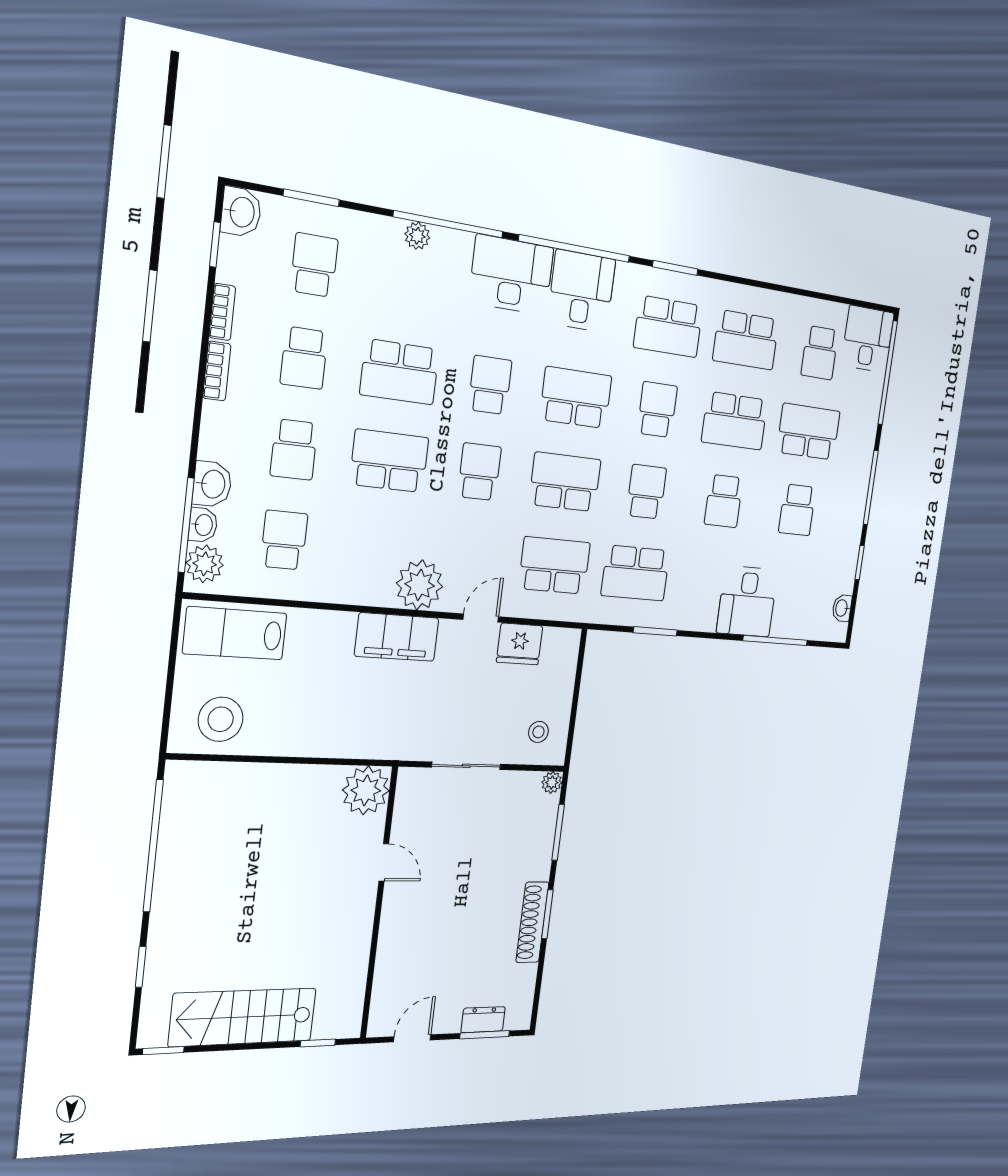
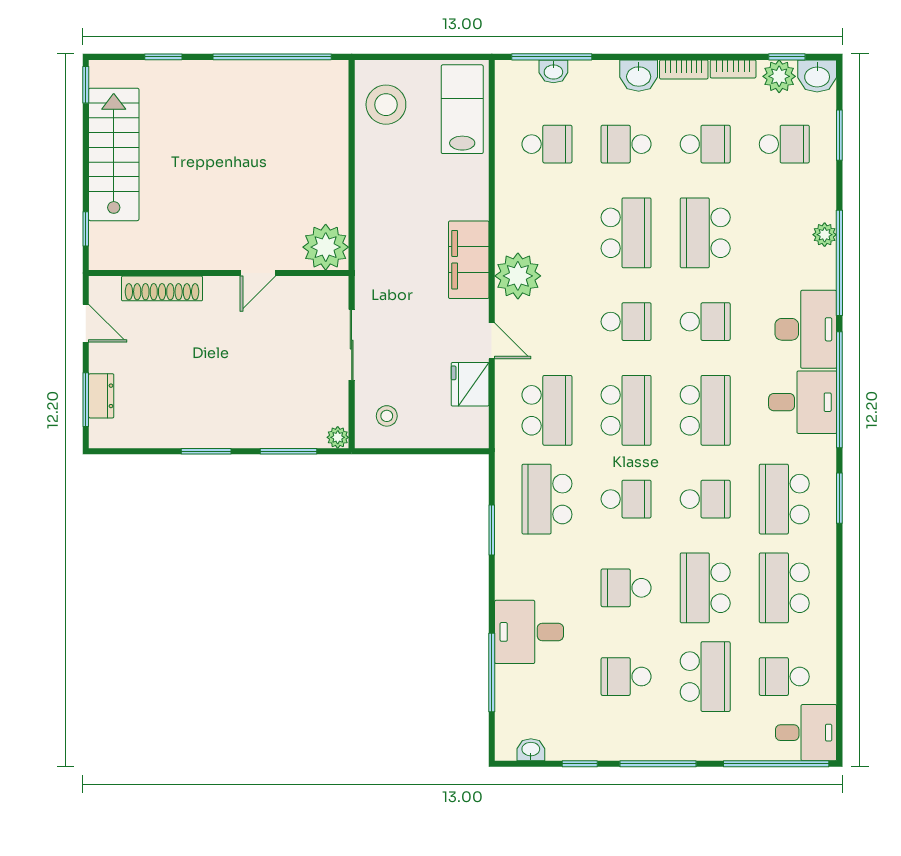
school desk: (304, 358) -> (705, 144), turned 180
washbasin: (212, 484) -> (639, 76), moved
plant: (205, 564) -> (779, 76), moved
shoe rack: (532, 922) -> (162, 288), moved, turned 180

